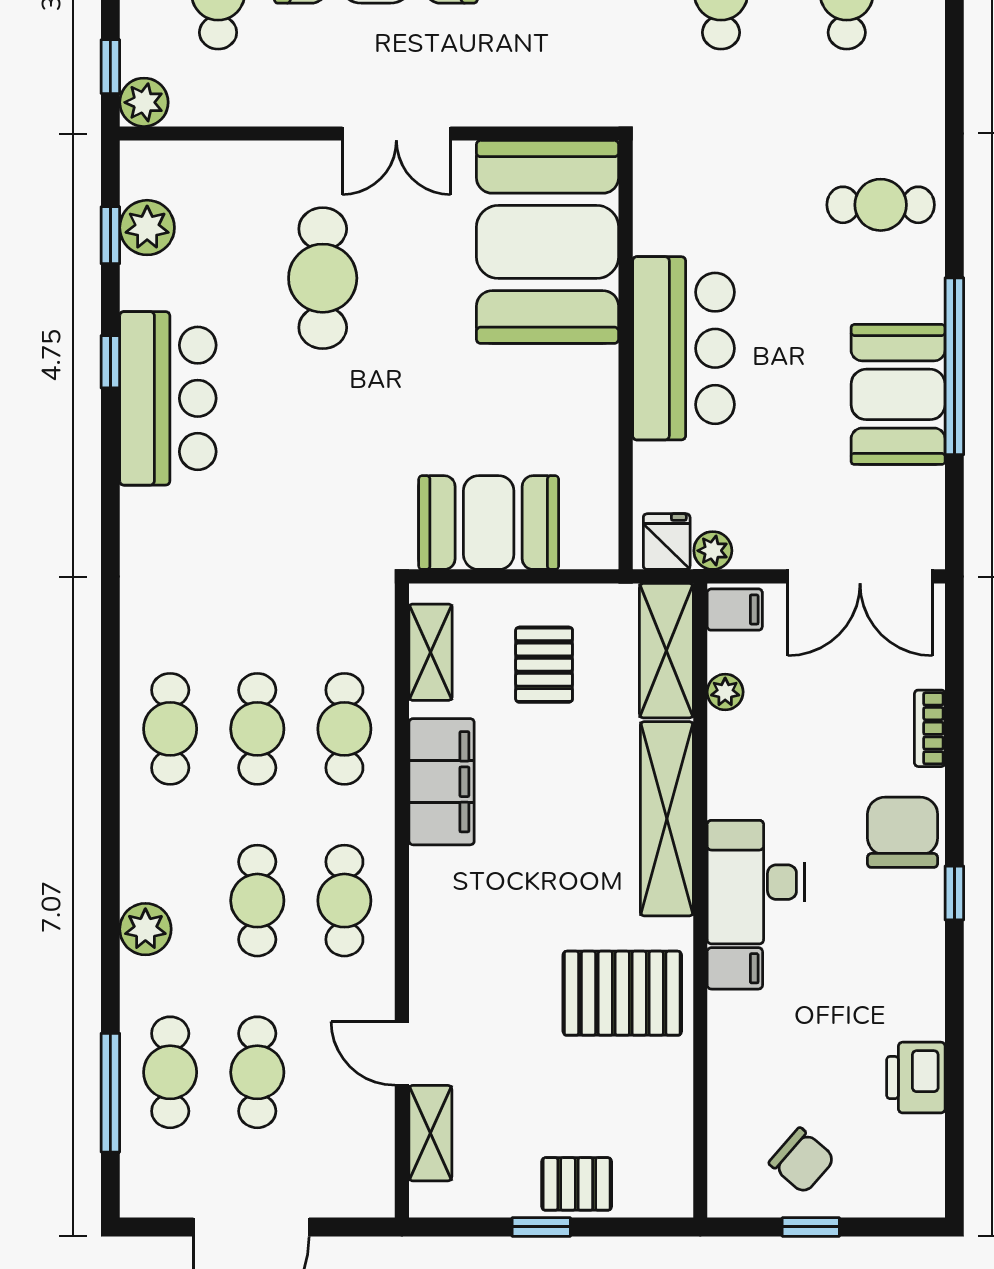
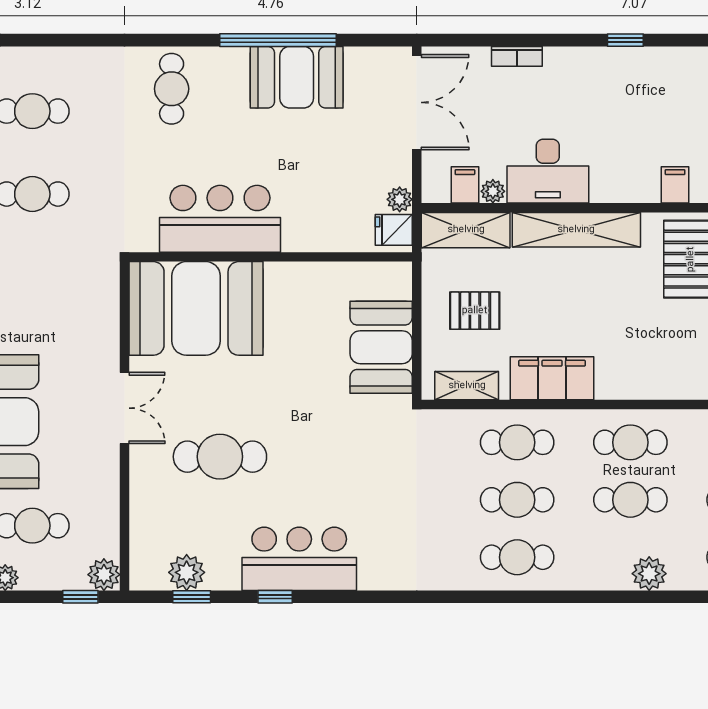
bar counter: (684, 348) -> (220, 219), moved
filing cabinet: (735, 610) -> (465, 185), moved
chair: (903, 832) -> (585, 74), removed
desk: (756, 882) -> (548, 171), moved

